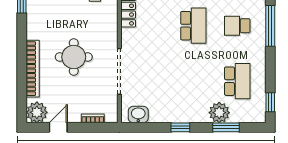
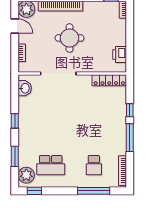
school desk: (193, 26) -> (94, 131), removed
school desk: (237, 26) -> (94, 165), turned 180
plant: (219, 113) -> (26, 175), moved

